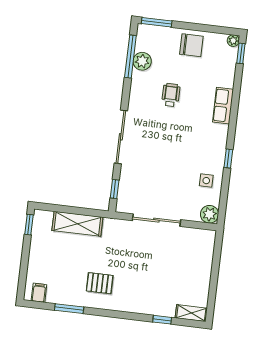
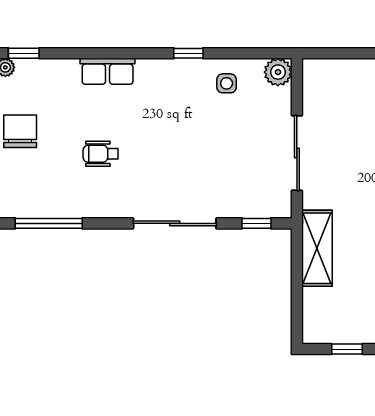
plant: (142, 61) -> (54, 204), removed
shelving: (77, 224) -> (317, 248), moved
window: (29, 225) -> (347, 349), moved

